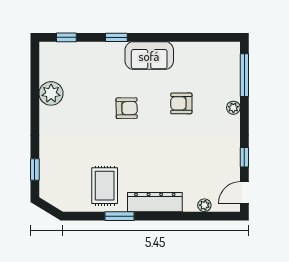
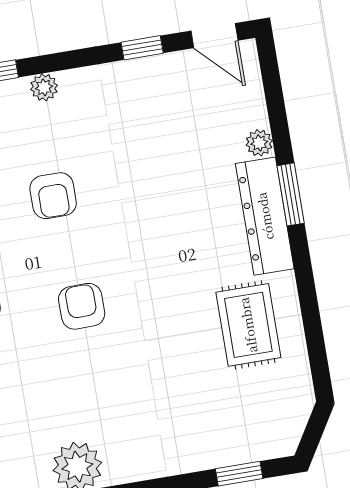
rug: (105, 186) -> (248, 325), turned 90
plant: (204, 205) -> (259, 143), moved
window: (120, 216) -> (291, 194), moved

